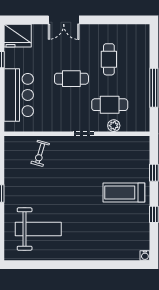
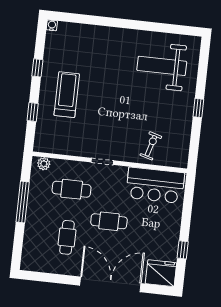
double door: (64, 20) -> (110, 284), width x1.87
bar counter: (19, 95) -> (155, 185), moved, turned -90
plant: (114, 126) -> (44, 164), moved
treadmill: (124, 192) -> (67, 95), turned -90

